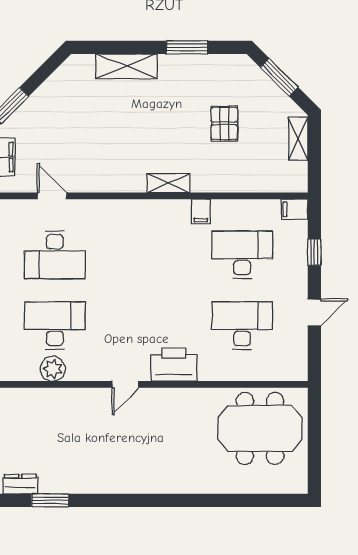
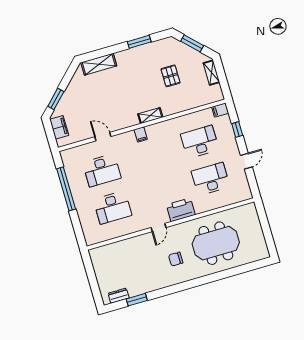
shelving: (126, 66) -> (99, 64), moved
door: (52, 196) -> (103, 137), moved
filing cabinet: (201, 211) -> (141, 134), moved
desk: (55, 326) -> (113, 207), turned 180
plant: (53, 369) -> (118, 230), removed
meeting table: (260, 428) -> (216, 243), moved
chair: (140, 449) -> (176, 259), added

